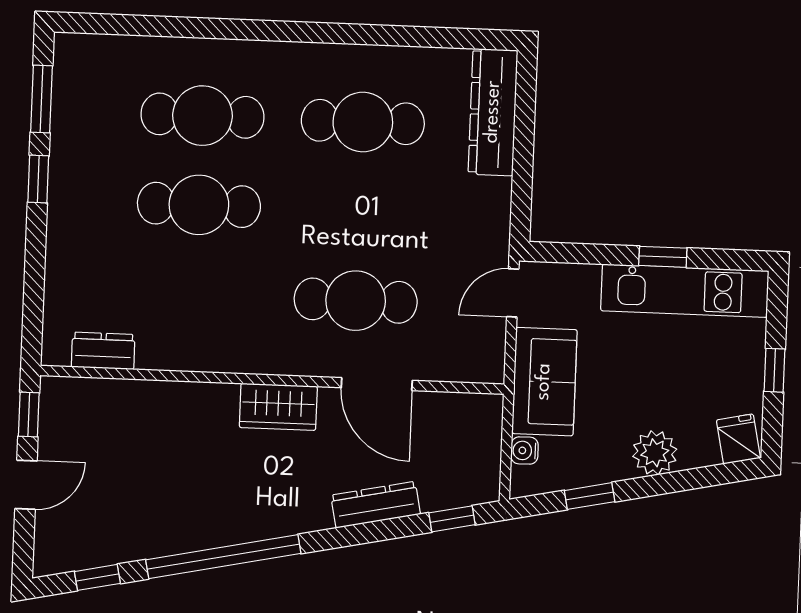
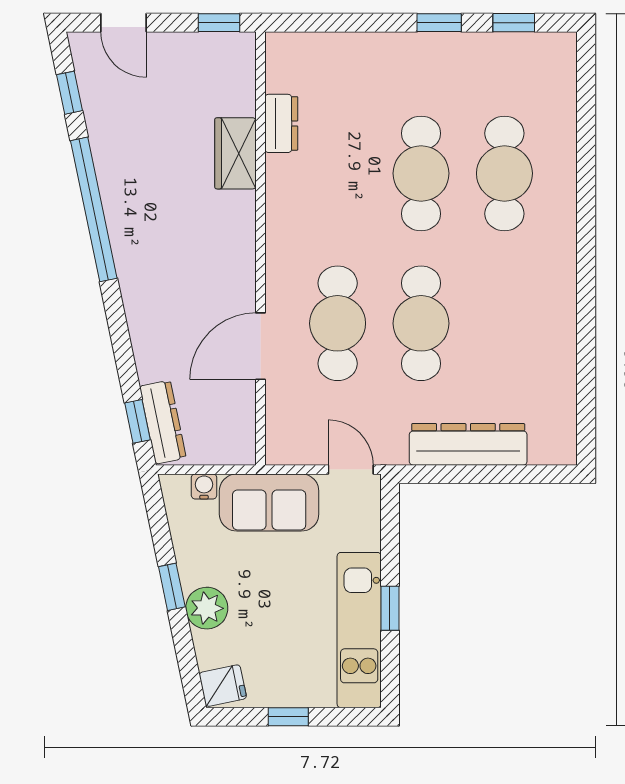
window: (41, 99) -> (514, 23), width x0.67
dresser: (493, 112) -> (468, 444), moved
cafe table: (363, 122) -> (421, 323), moved
dresser: (103, 351) -> (281, 123), moved
wardrobe: (278, 407) -> (236, 153), moved
door: (26, 485) -> (123, 23), moved
window: (590, 496) -> (172, 587), moved
dresser: (376, 505) -> (163, 422), moved

